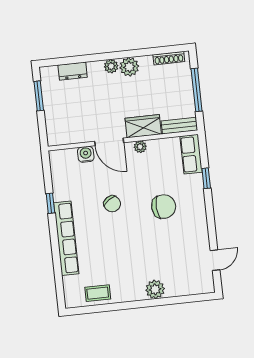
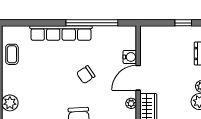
window: (39, 96) -> (183, 23), width x0.67
window: (50, 203) -> (92, 23), width x3.17

